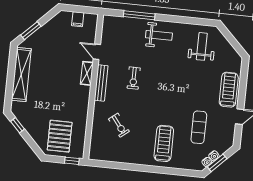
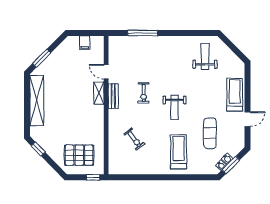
weight bench: (159, 35) -> (175, 107), moved, turned 90
bench: (101, 83) -> (113, 96), width x0.73
pallet: (60, 136) -> (79, 155), turned 90

